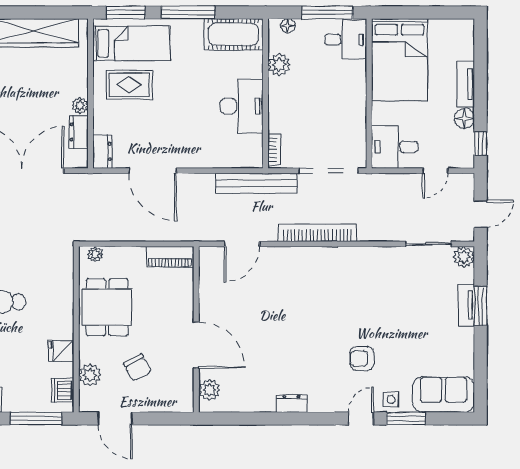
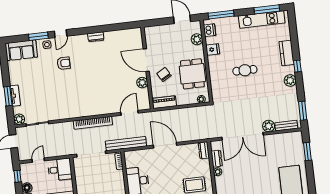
door: (153, 171) -> (165, 145), moved
chair: (137, 368) -> (164, 74), moved
plant: (209, 390) -> (142, 83), moved

